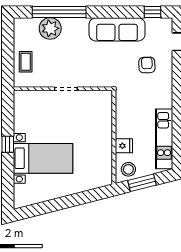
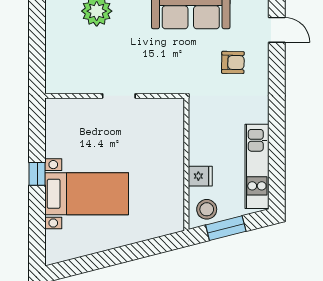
coffee table: (26, 62) -> (62, 58), removed
armchair: (147, 65) -> (233, 62), turned 93

